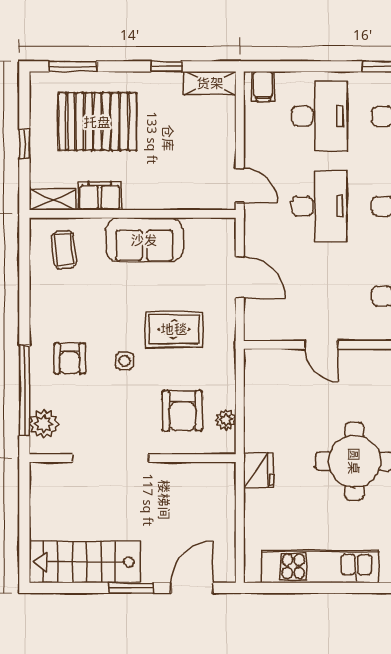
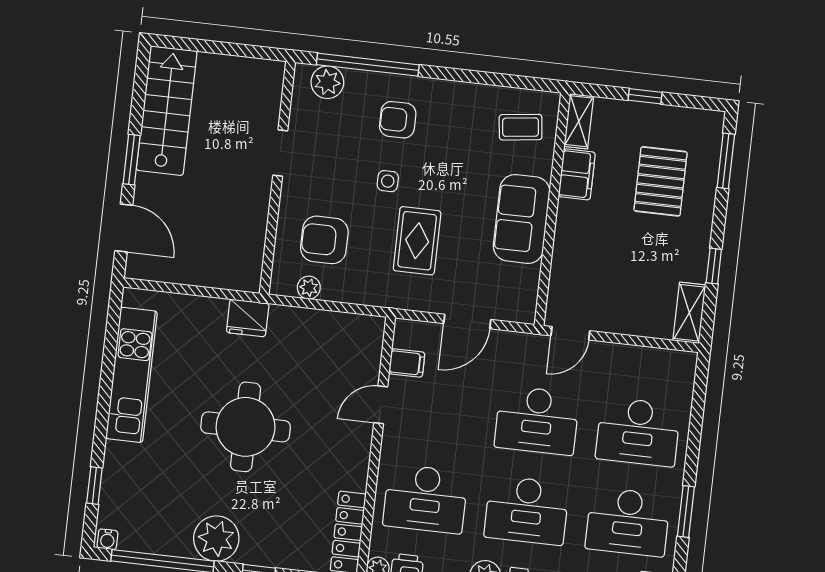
filing cabinet: (263, 86) -> (407, 363), moved, turned 180
pallet: (97, 122) -> (661, 181), width x0.73, depth x0.71
doorway: (111, 458) -> (280, 153), width x0.53

